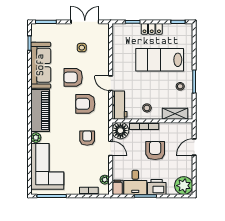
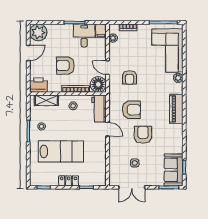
sofa: (41, 65) -> (174, 170), moved, width x0.73
armchair: (73, 77) -> (143, 135), turned -90
piano: (40, 111) -> (176, 109), width x0.73, depth x0.75
door: (194, 147) -> (28, 53), moved
armchair: (155, 150) -> (65, 66), turned 90
printer: (157, 187) -> (38, 85), moved, turned 180

